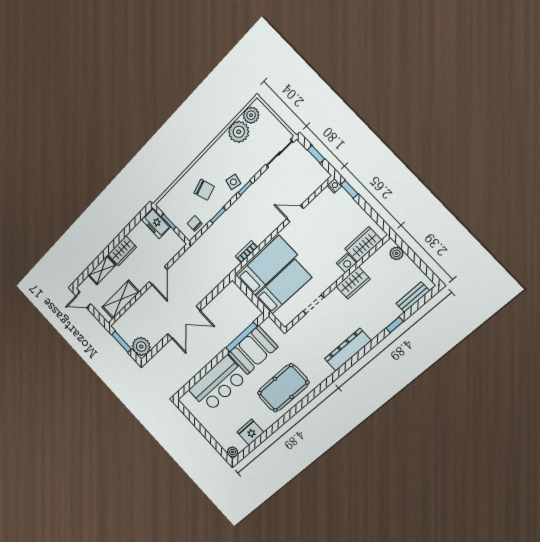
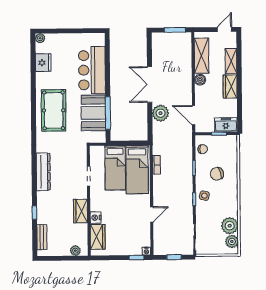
door: (158, 276) -> (194, 115), moved
boiler: (140, 282) -> (200, 80), added
plant: (141, 347) -> (160, 113), moved

